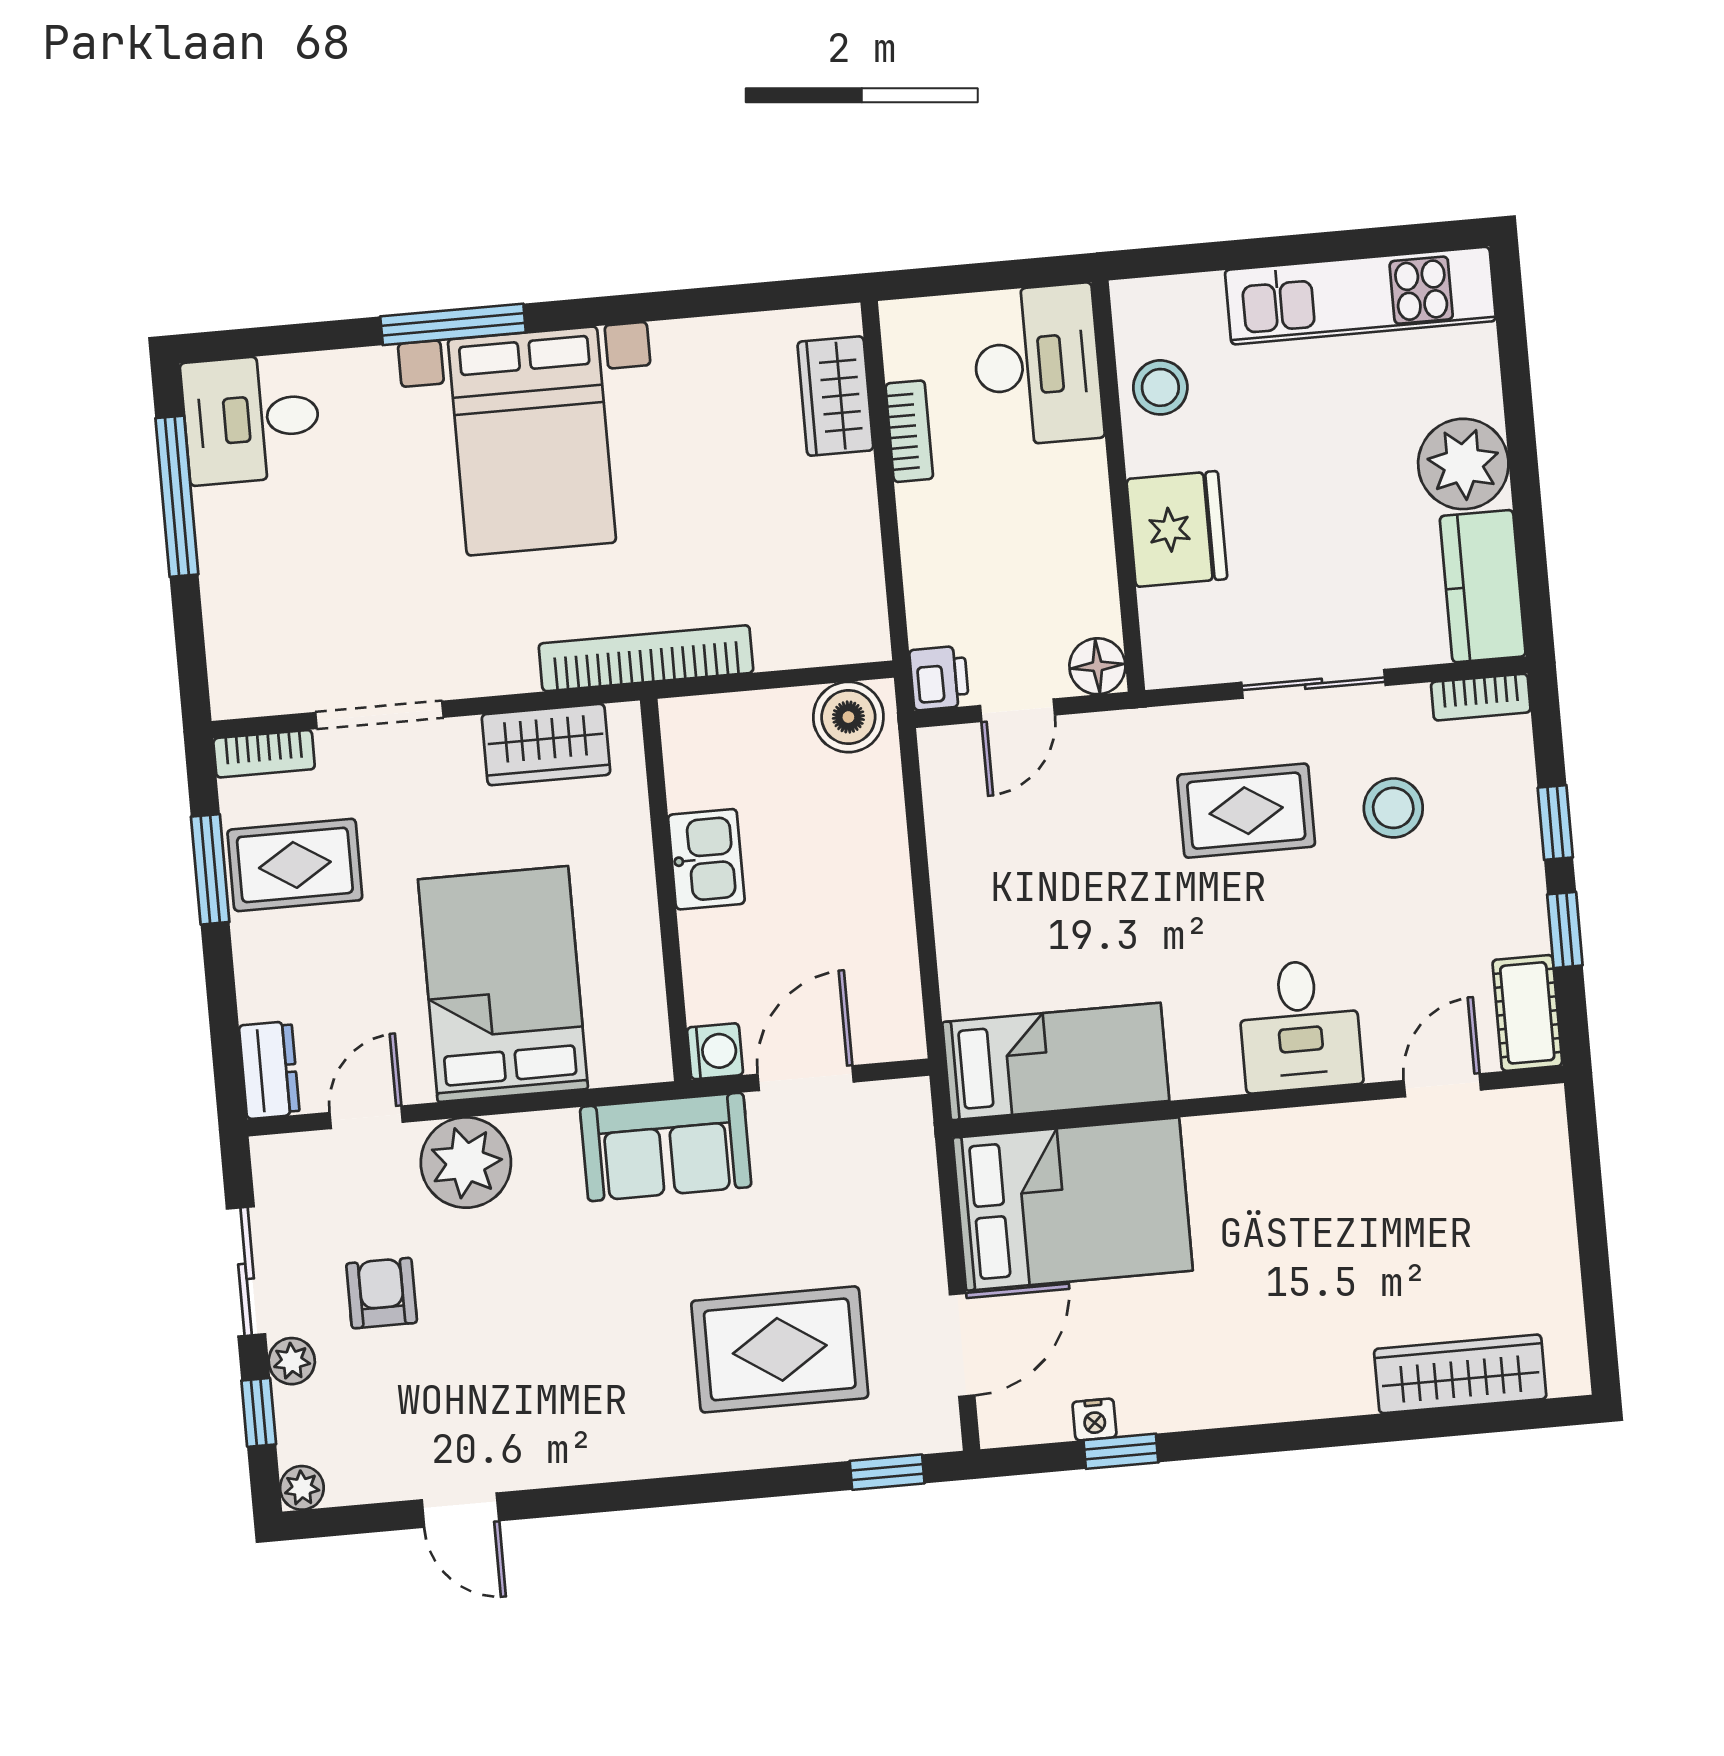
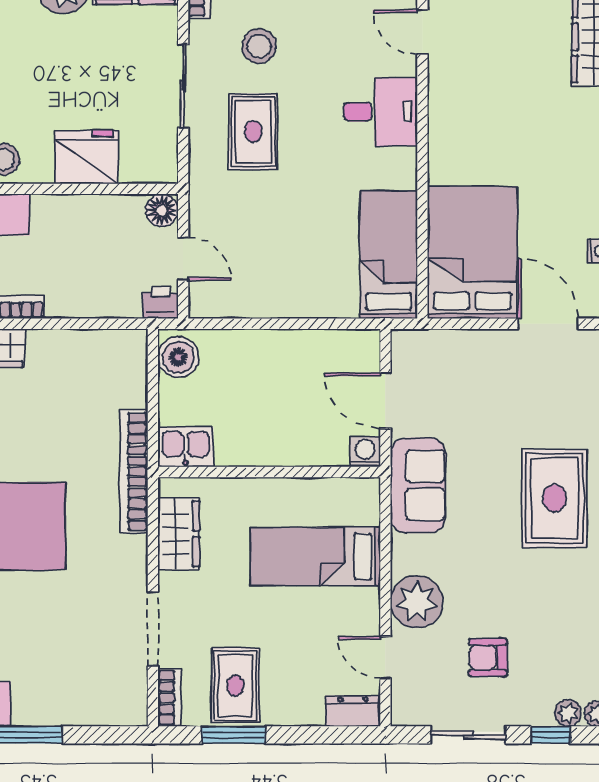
kitchen sink: (706, 859) -> (186, 447), moved
bed: (503, 984) -> (315, 557), width x0.67
rug: (780, 1349) -> (555, 498), moved
plant: (292, 1361) -> (568, 713), moved

